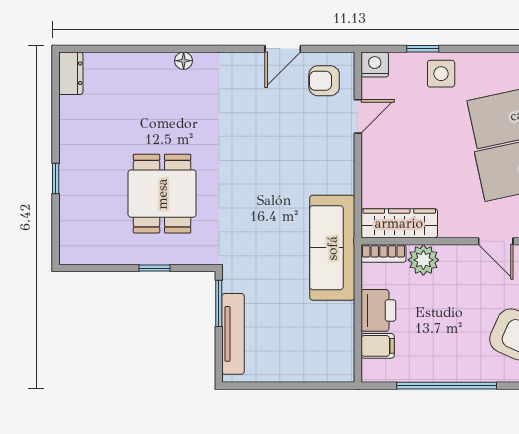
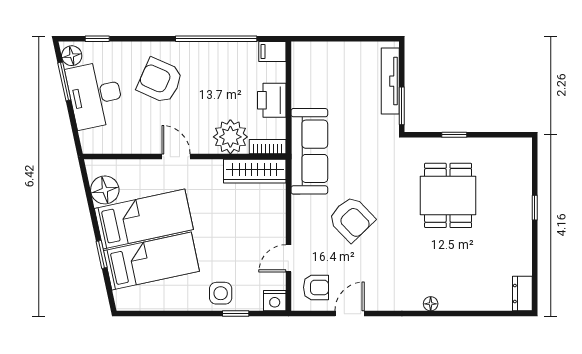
armchair: (281, 165) -> (352, 219), added
plant: (423, 260) -> (230, 137), width x1.36, depth x1.36
filing cabinet: (378, 346) -> (272, 52), moved

